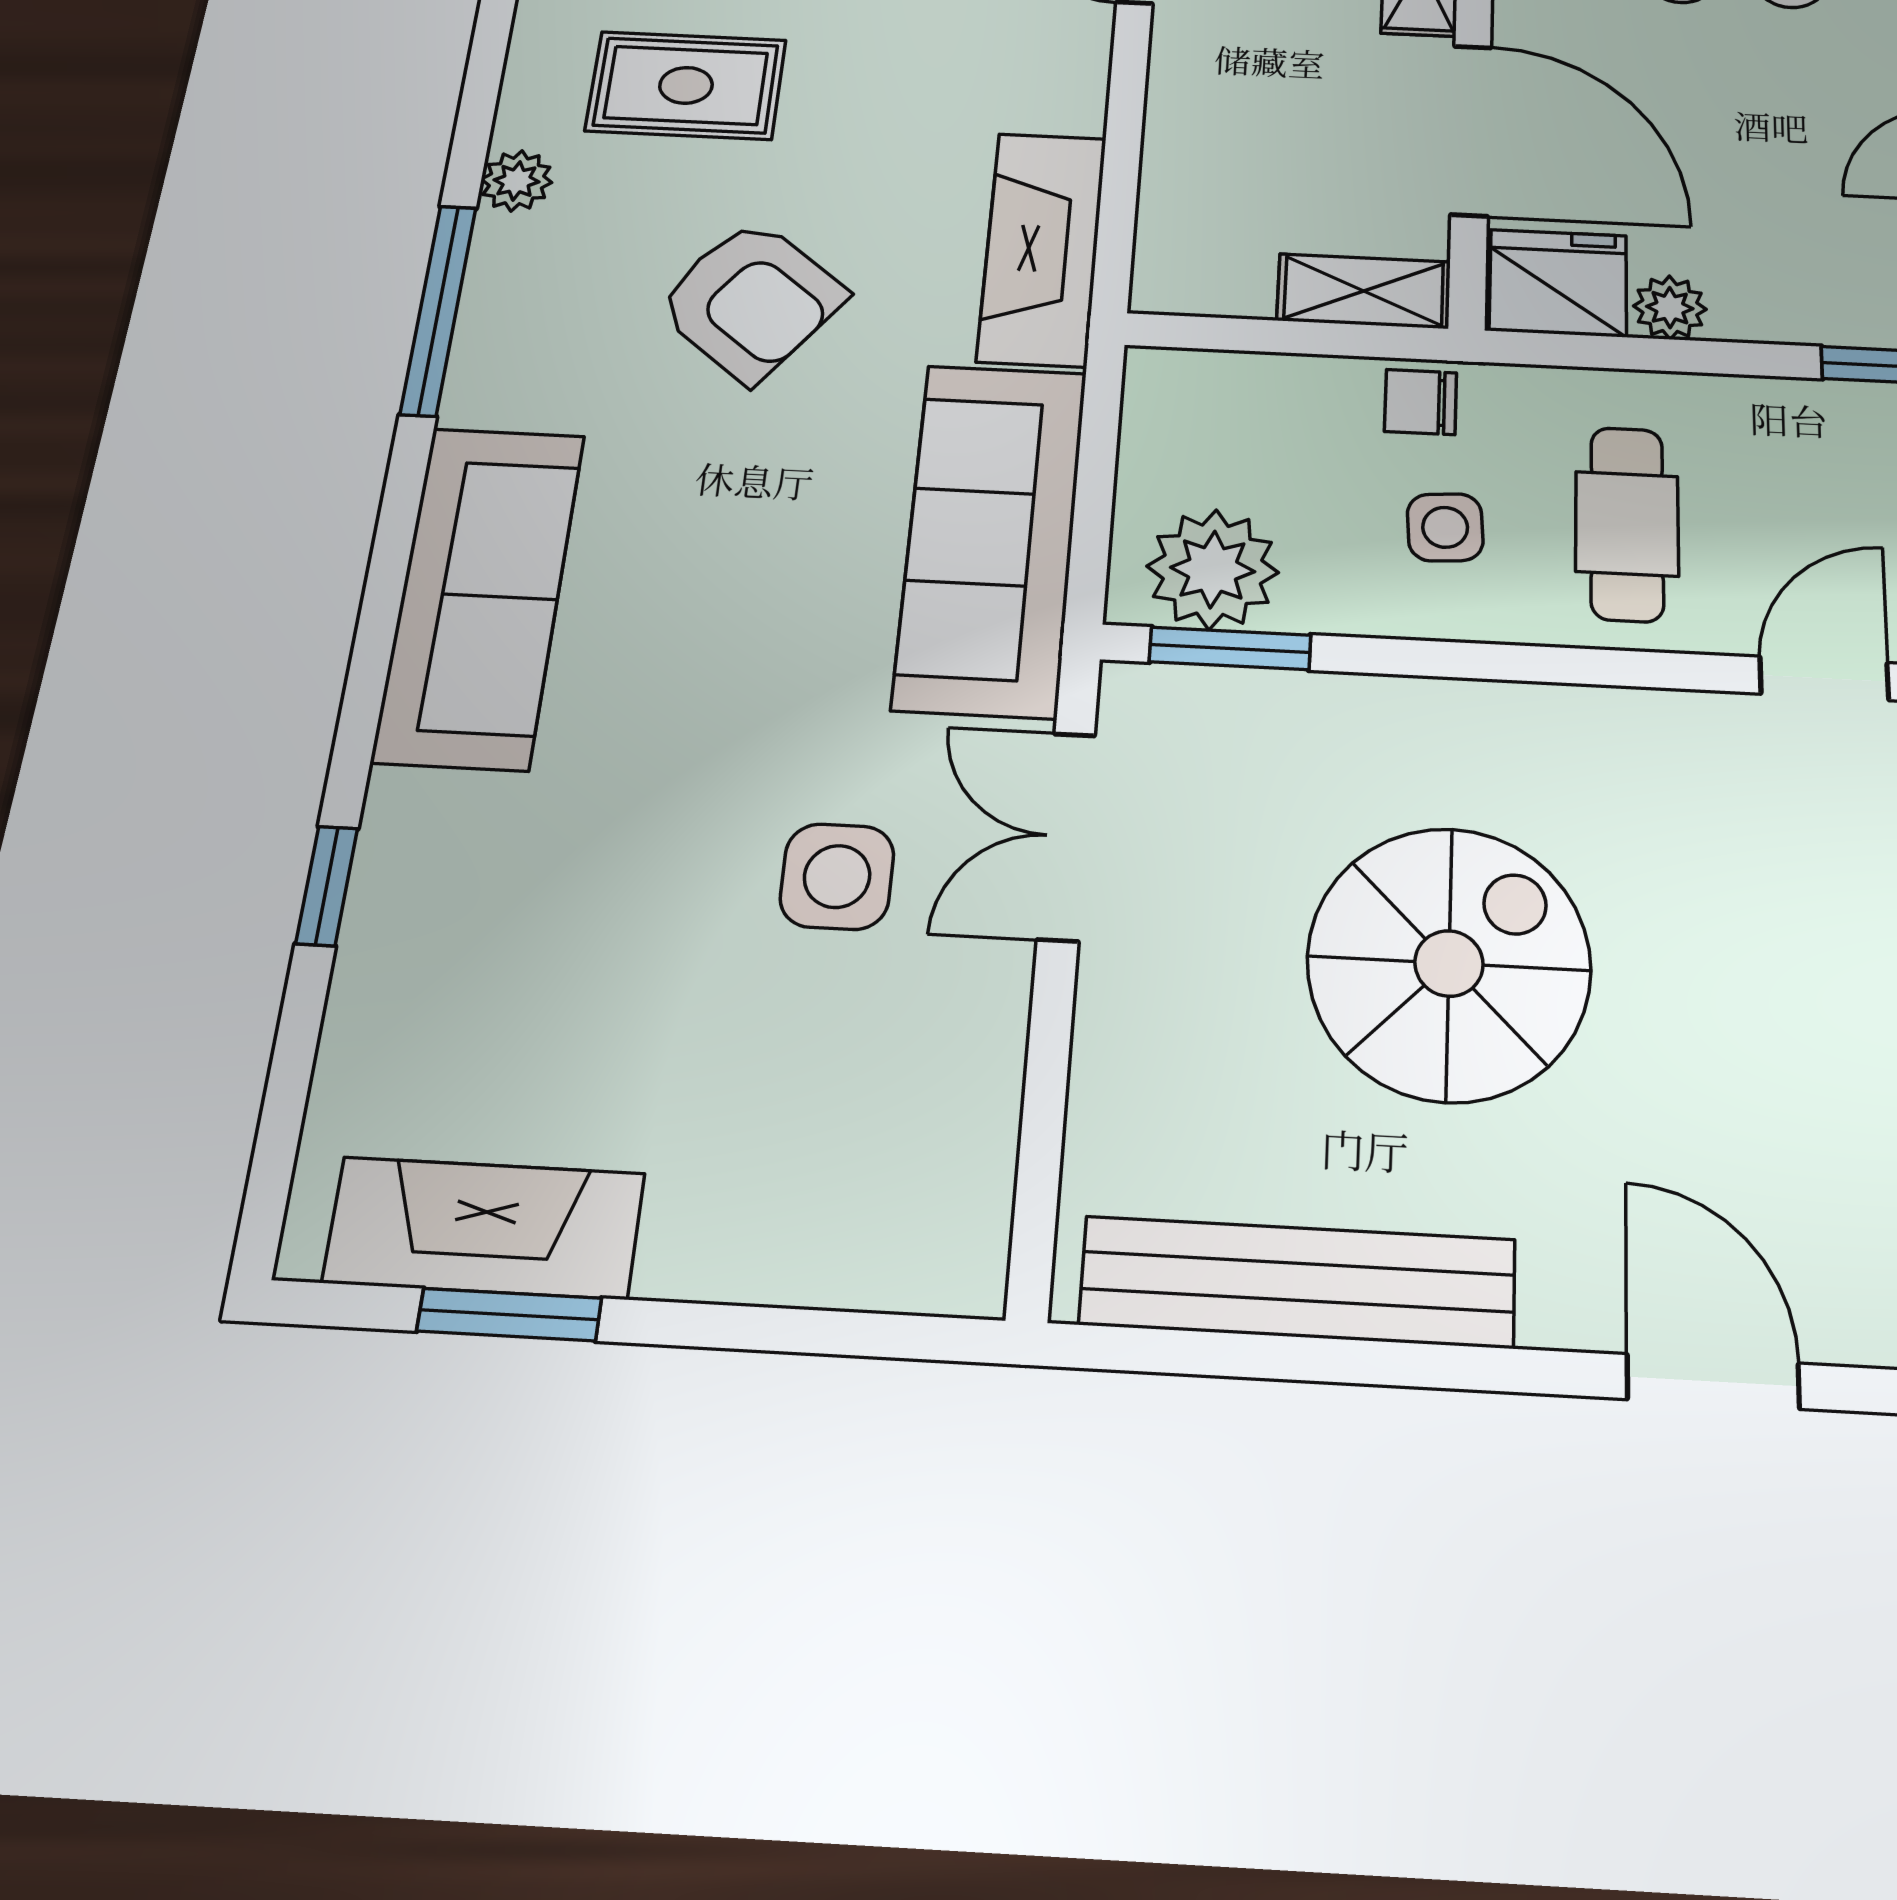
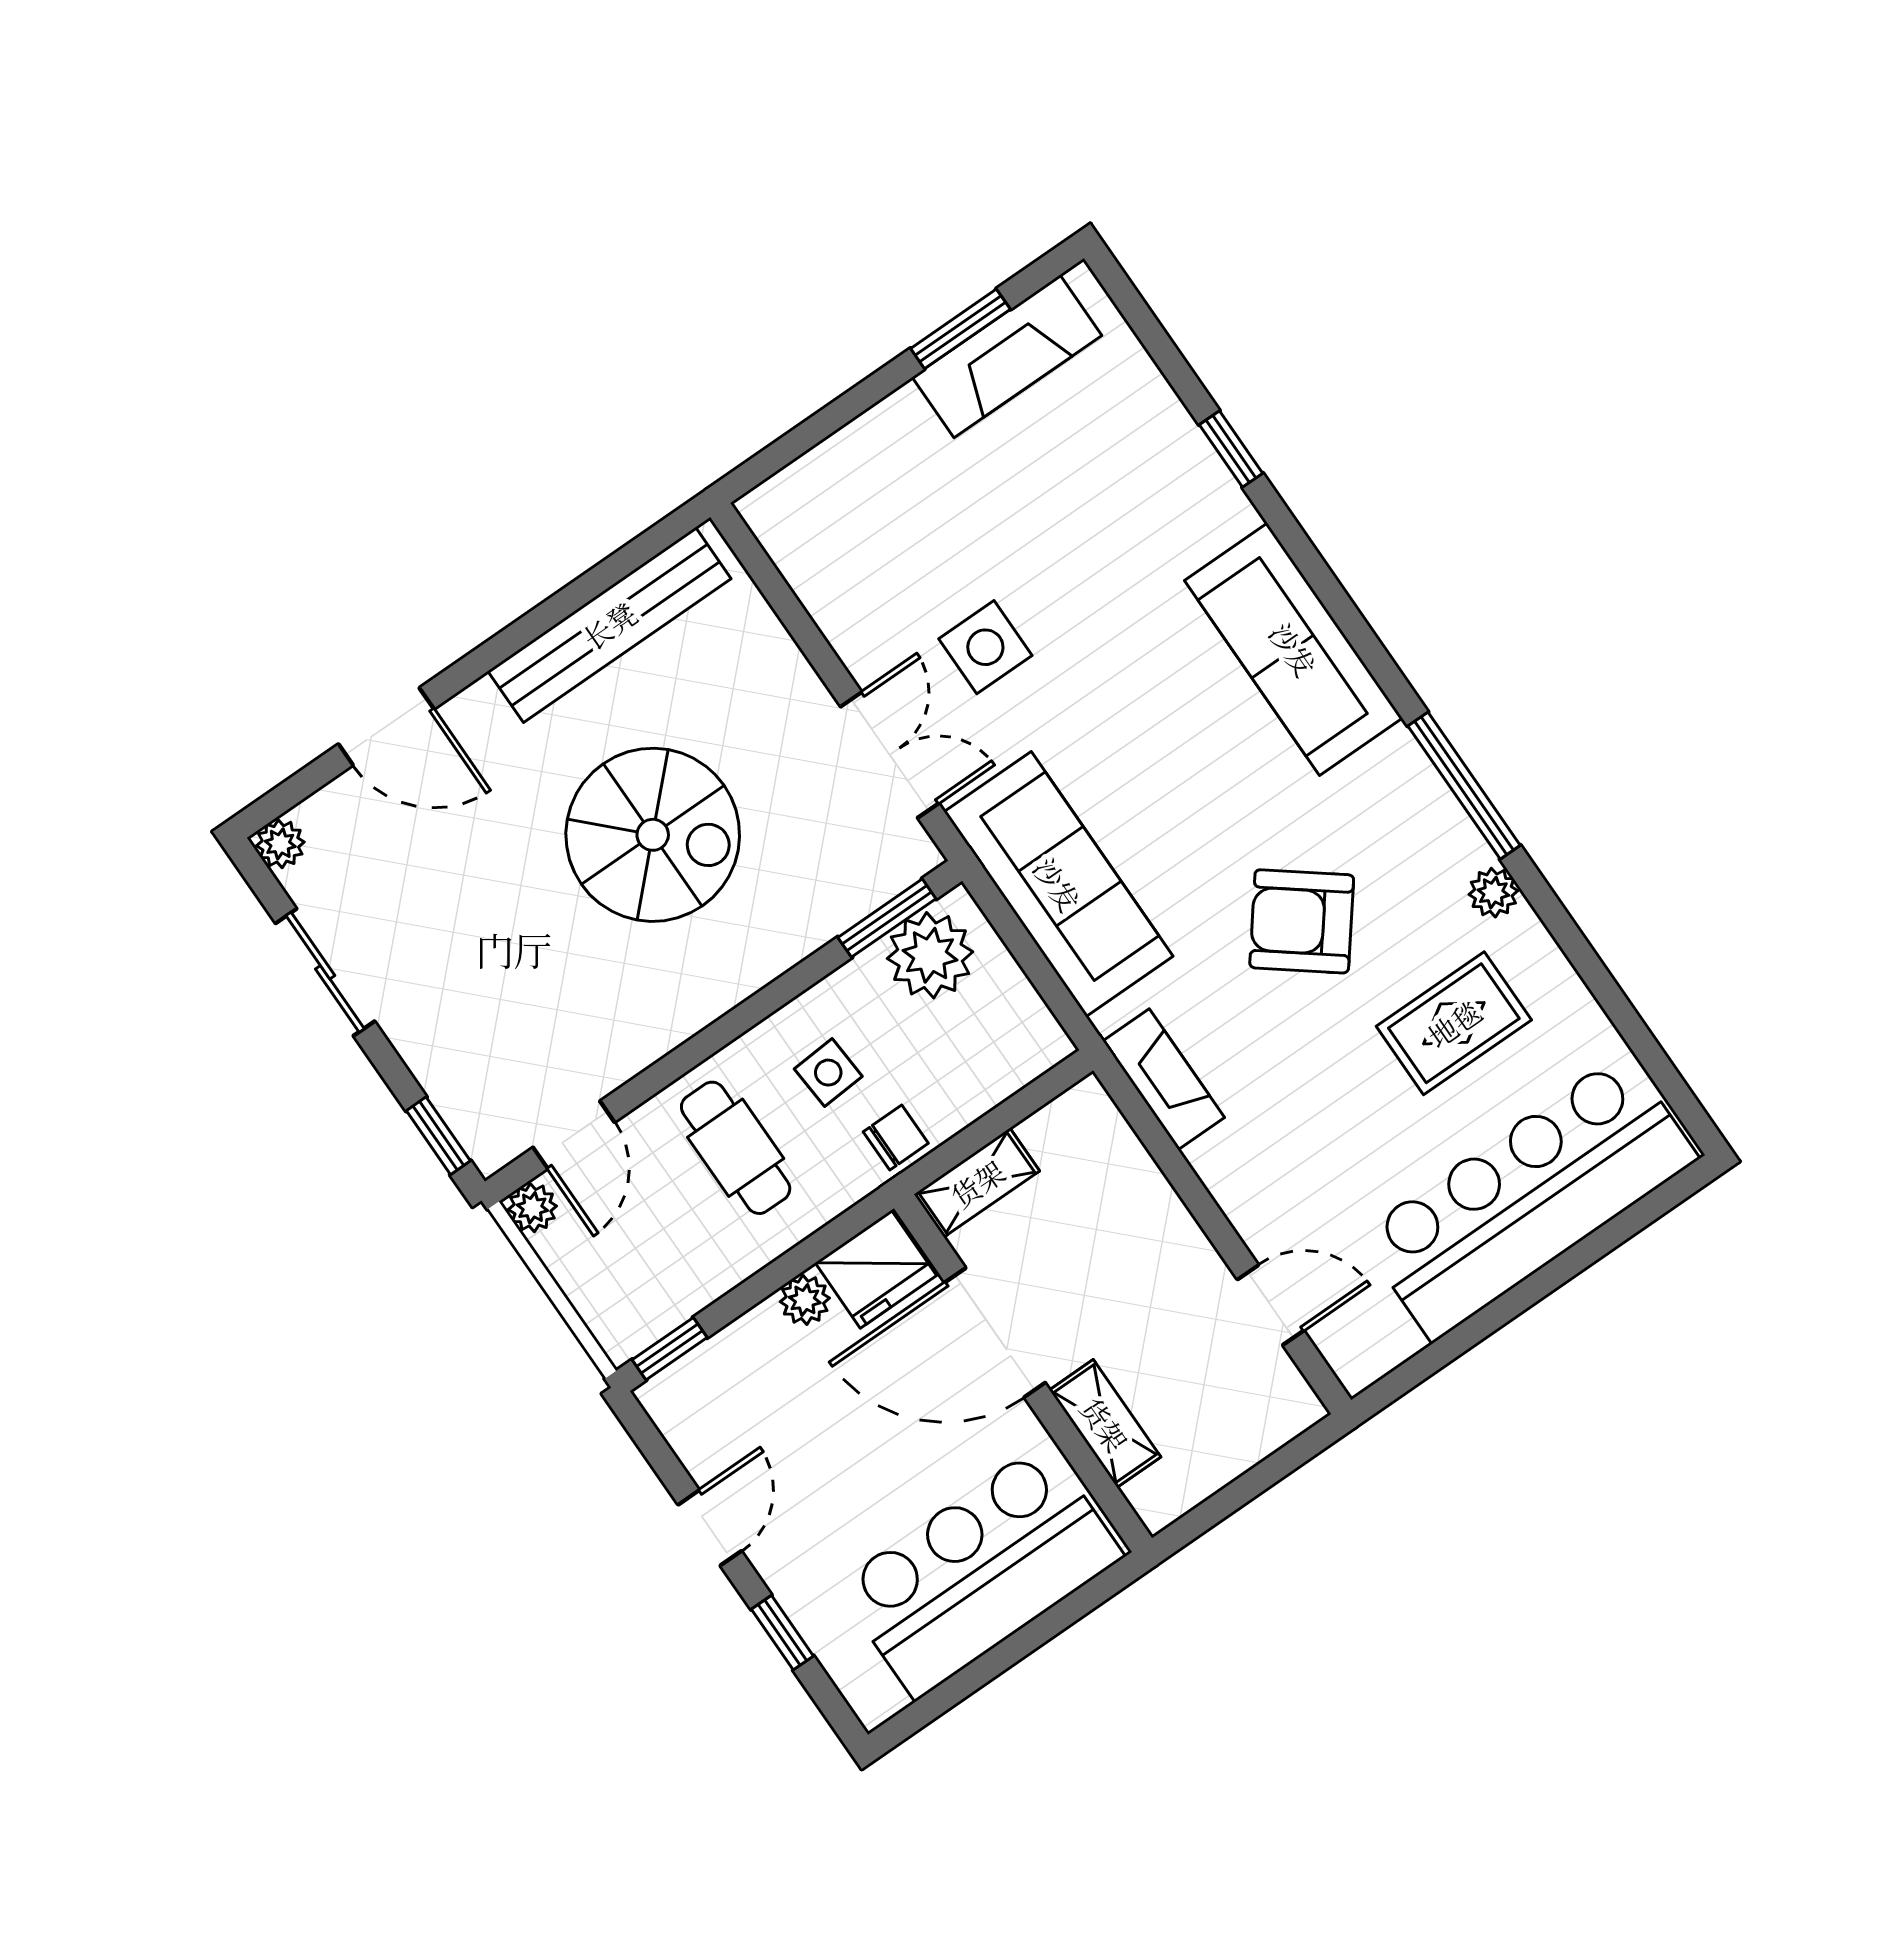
fireplace: (1042, 249) -> (1164, 1079), width x0.73, depth x0.76
spiral stairs: (1449, 963) -> (653, 835), turned -90

